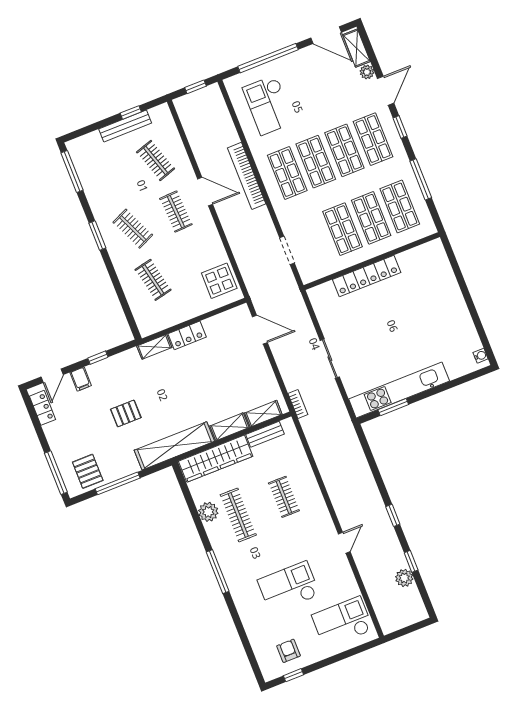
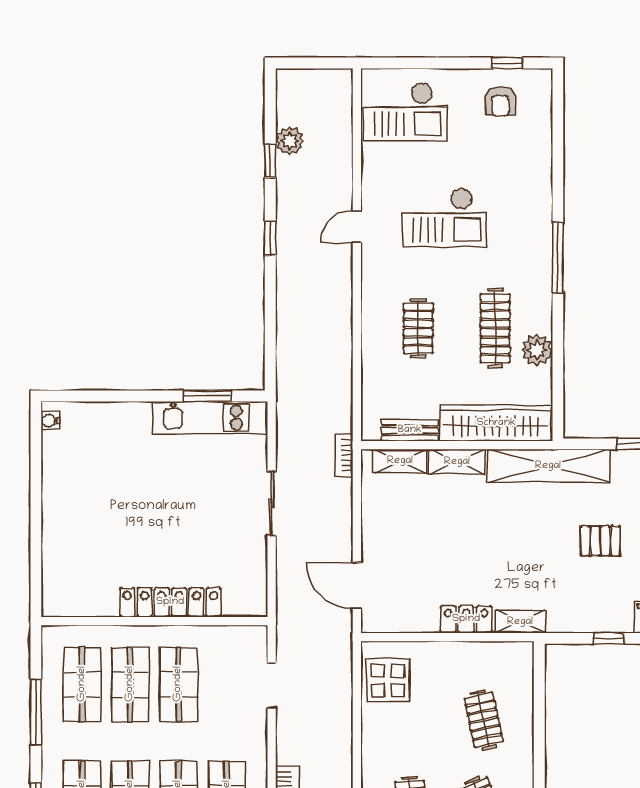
kitchen unit: (399, 390) -> (210, 418), width x0.73
checkout: (289, 587) -> (445, 218), moved

